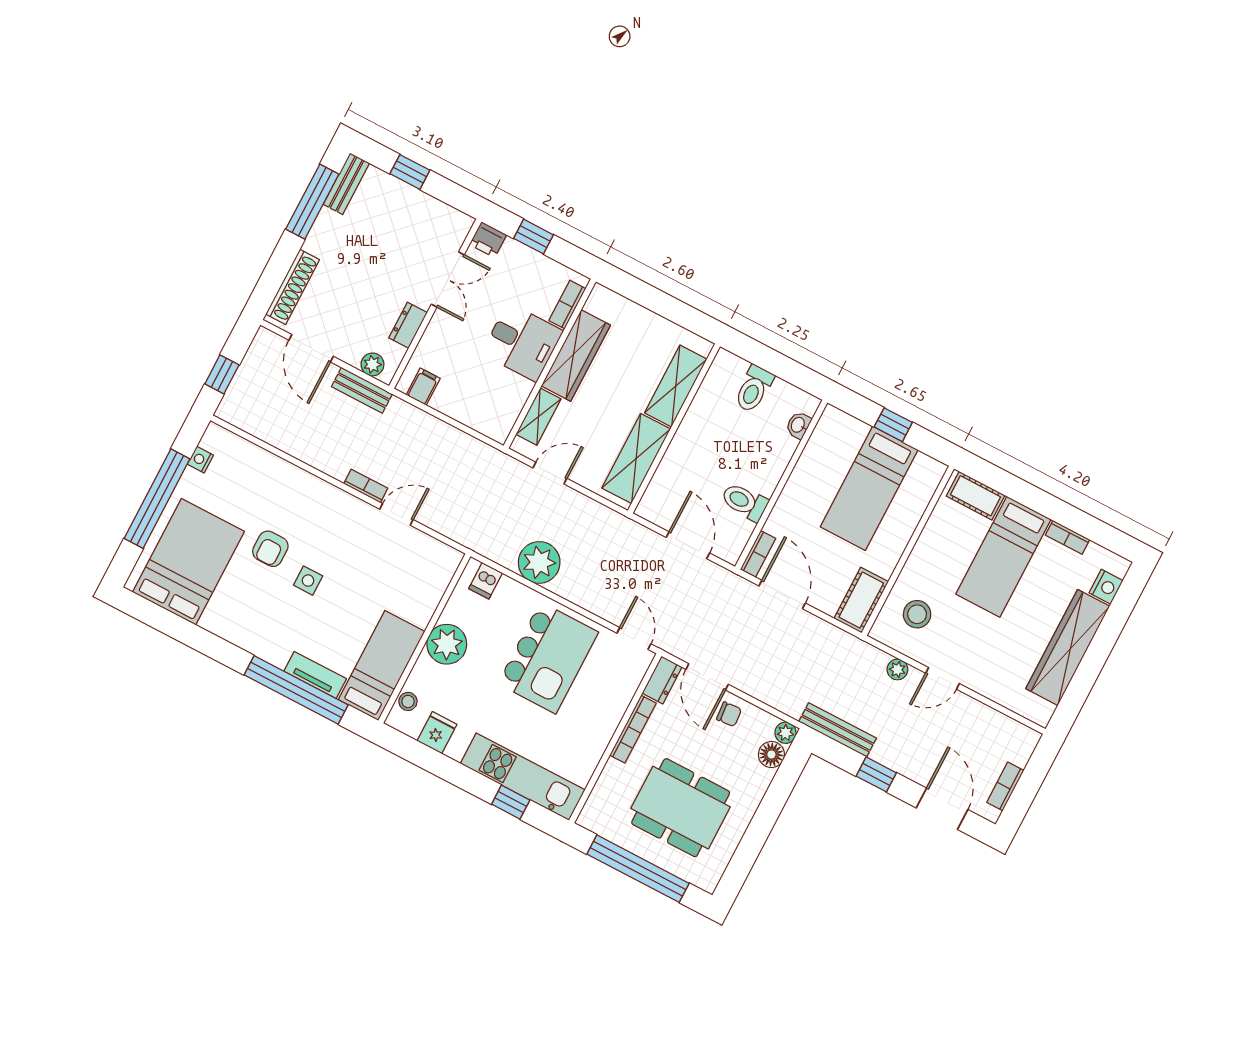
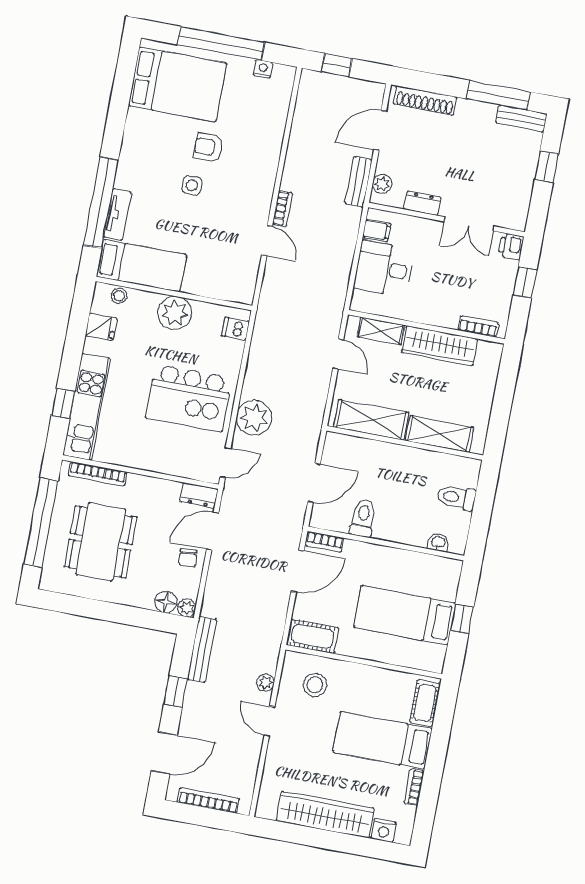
desk: (522, 342) -> (384, 269), moved, turned 90
plant: (539, 562) -> (254, 418), moved
bookcase: (633, 729) -> (98, 474), moved
bookcase: (1005, 786) -> (208, 800), width x1.56

